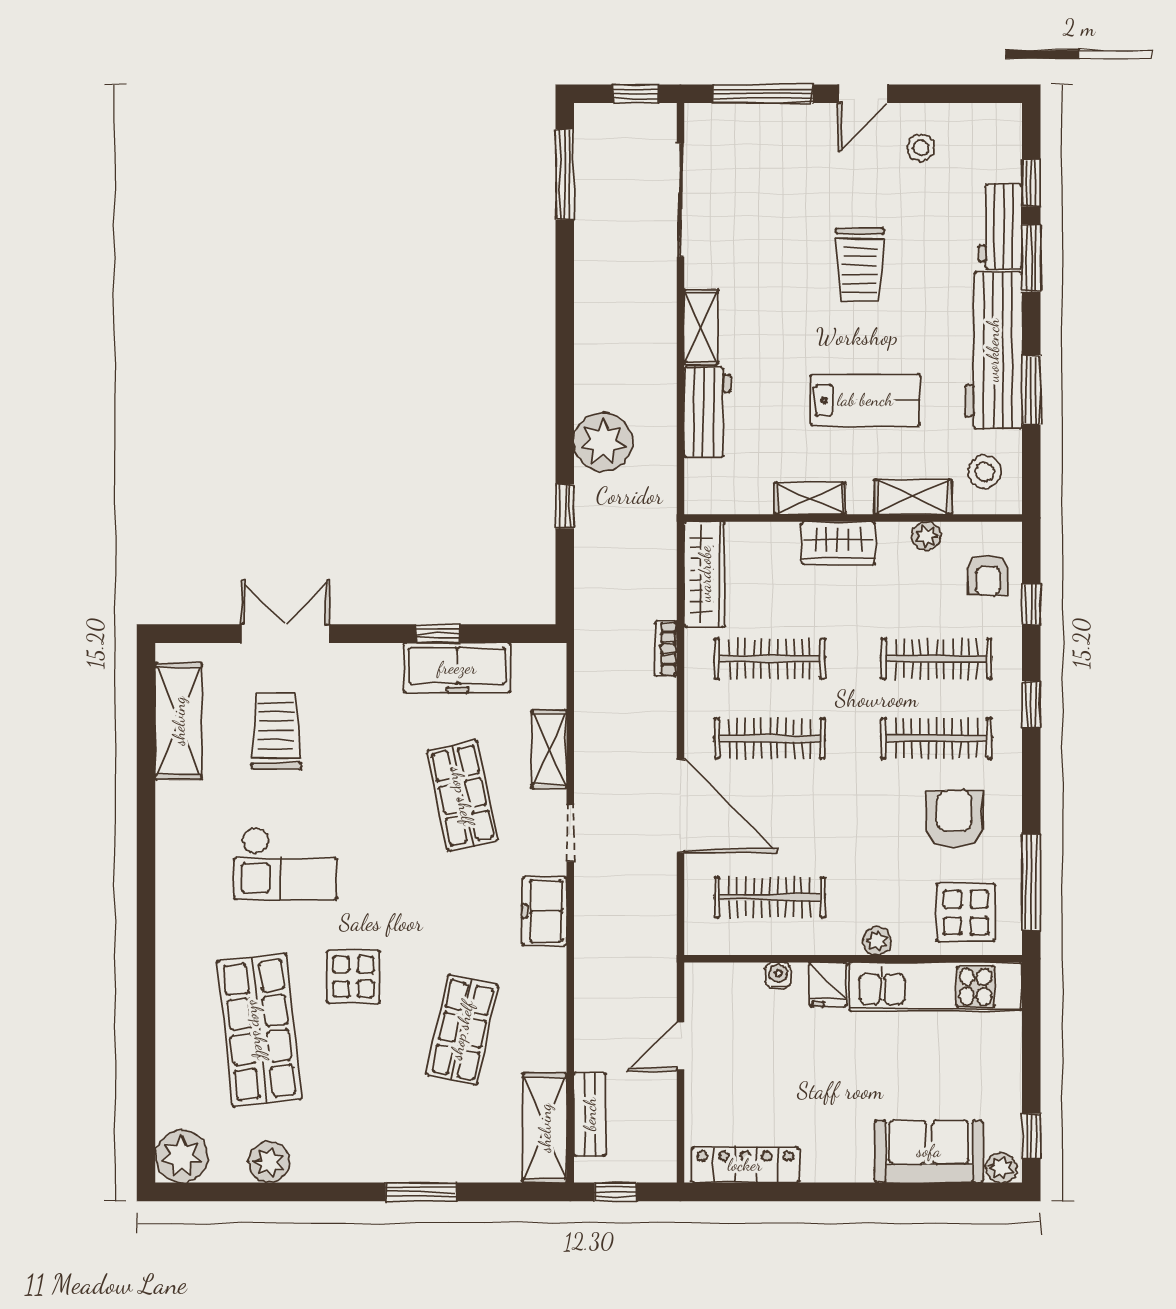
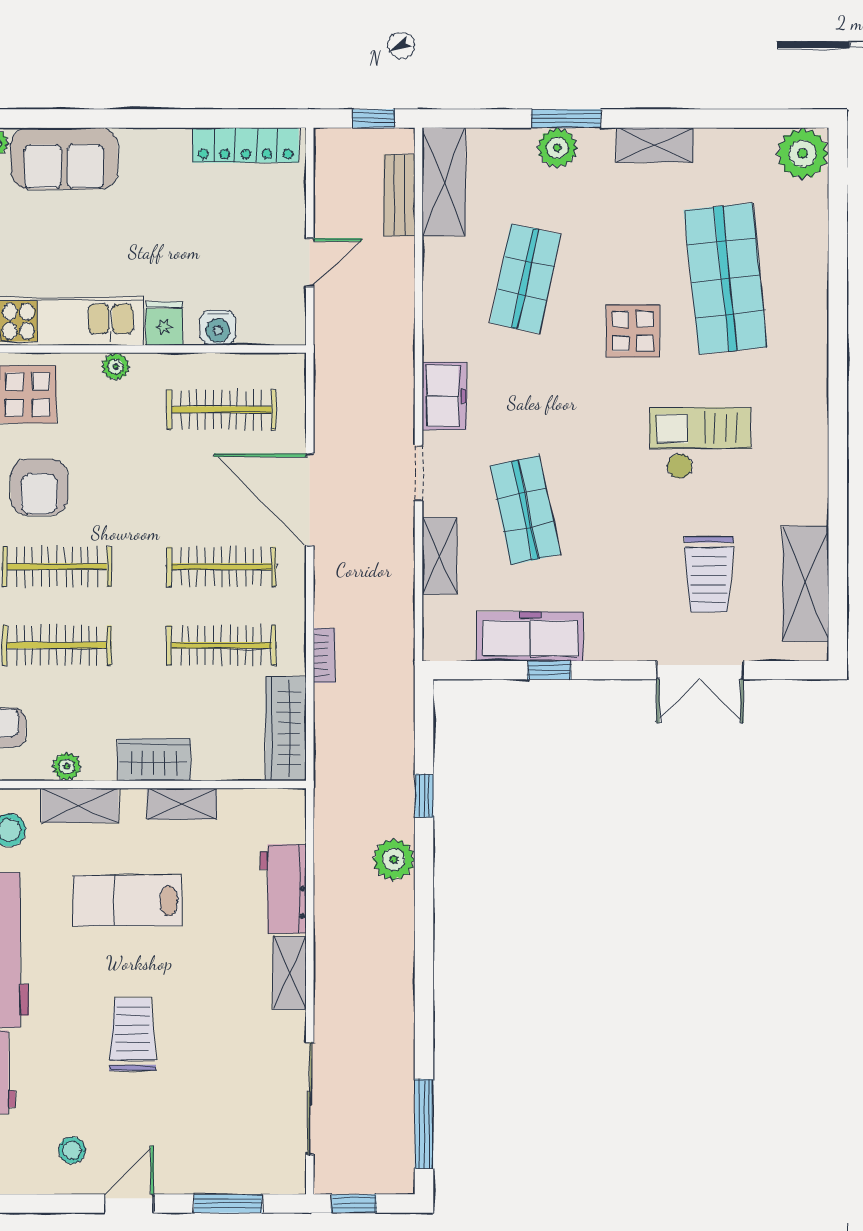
window: (763, 94) -> (228, 1204), width x0.69
plant: (603, 442) -> (394, 859), width x0.73, depth x0.73
water cooler: (778, 975) -> (218, 328), width x1.38, depth x1.38
plant: (269, 1162) -> (557, 148), moved
shelving: (331, 1165) -> (655, 145), added

